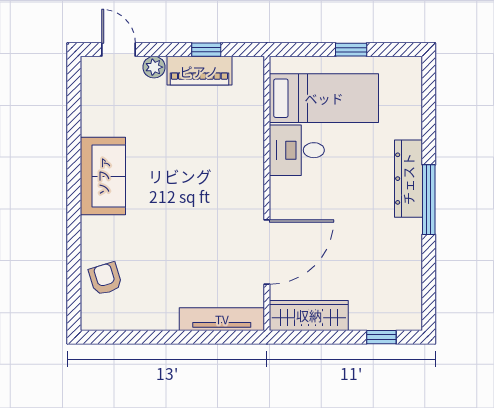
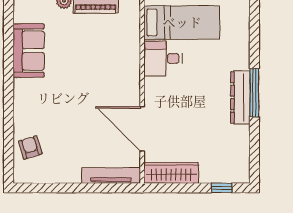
sofa: (103, 176) -> (29, 51), moved
dresser: (408, 179) -> (240, 97), moved
door: (267, 252) -> (142, 129), swing flipped

